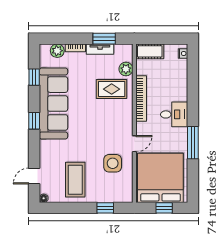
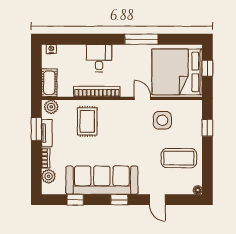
plant: (126, 69) -> (51, 107), moved
desk: (174, 114) -> (99, 58), moved
door: (34, 176) -> (157, 200), moved

